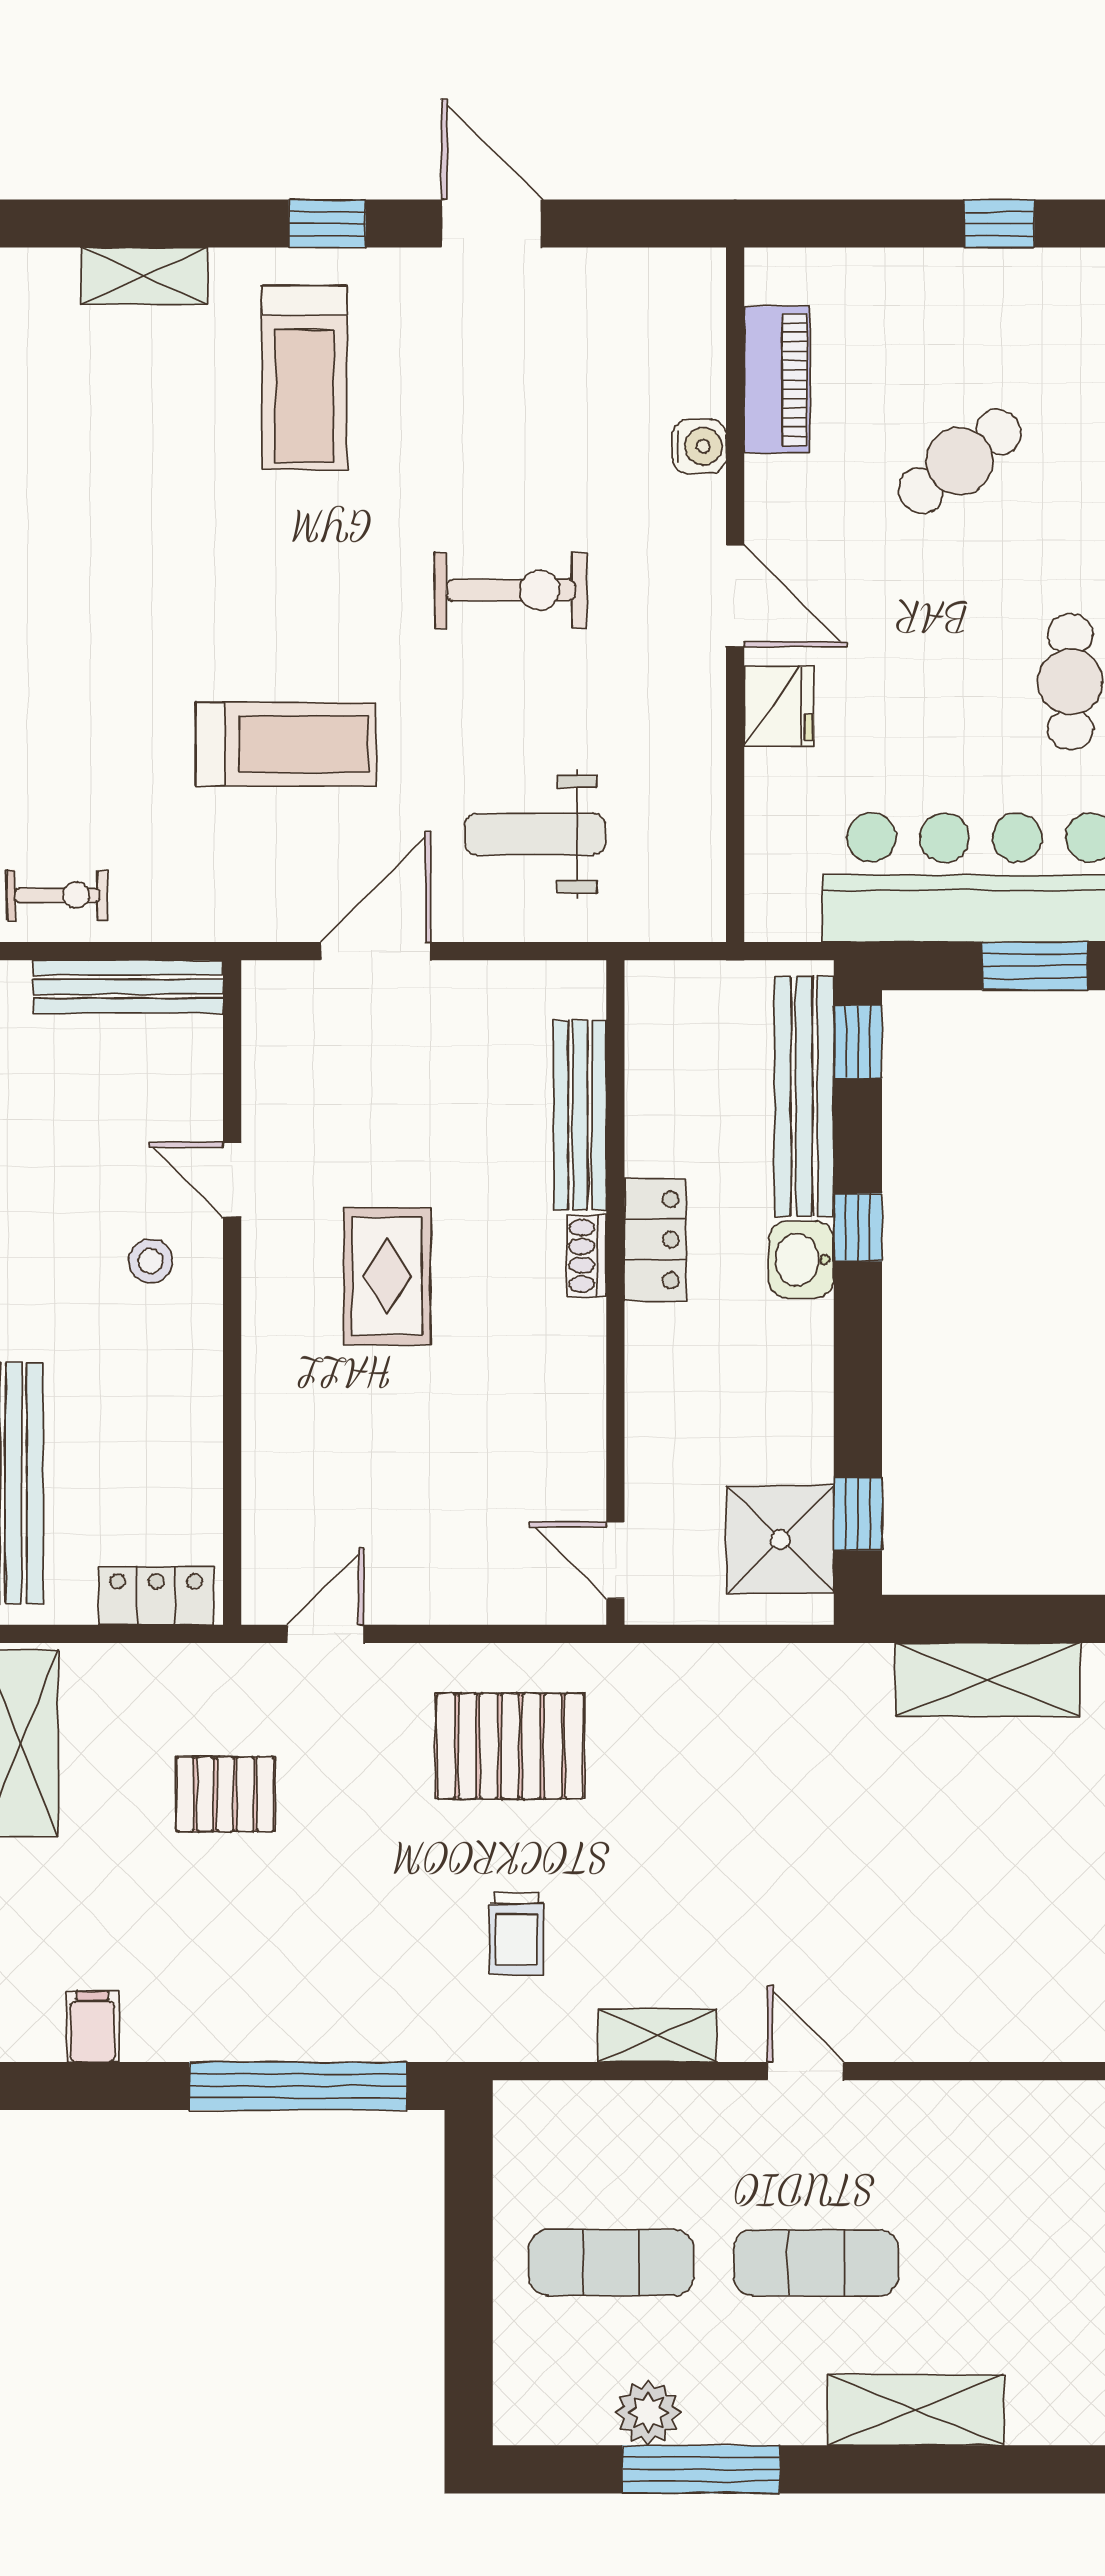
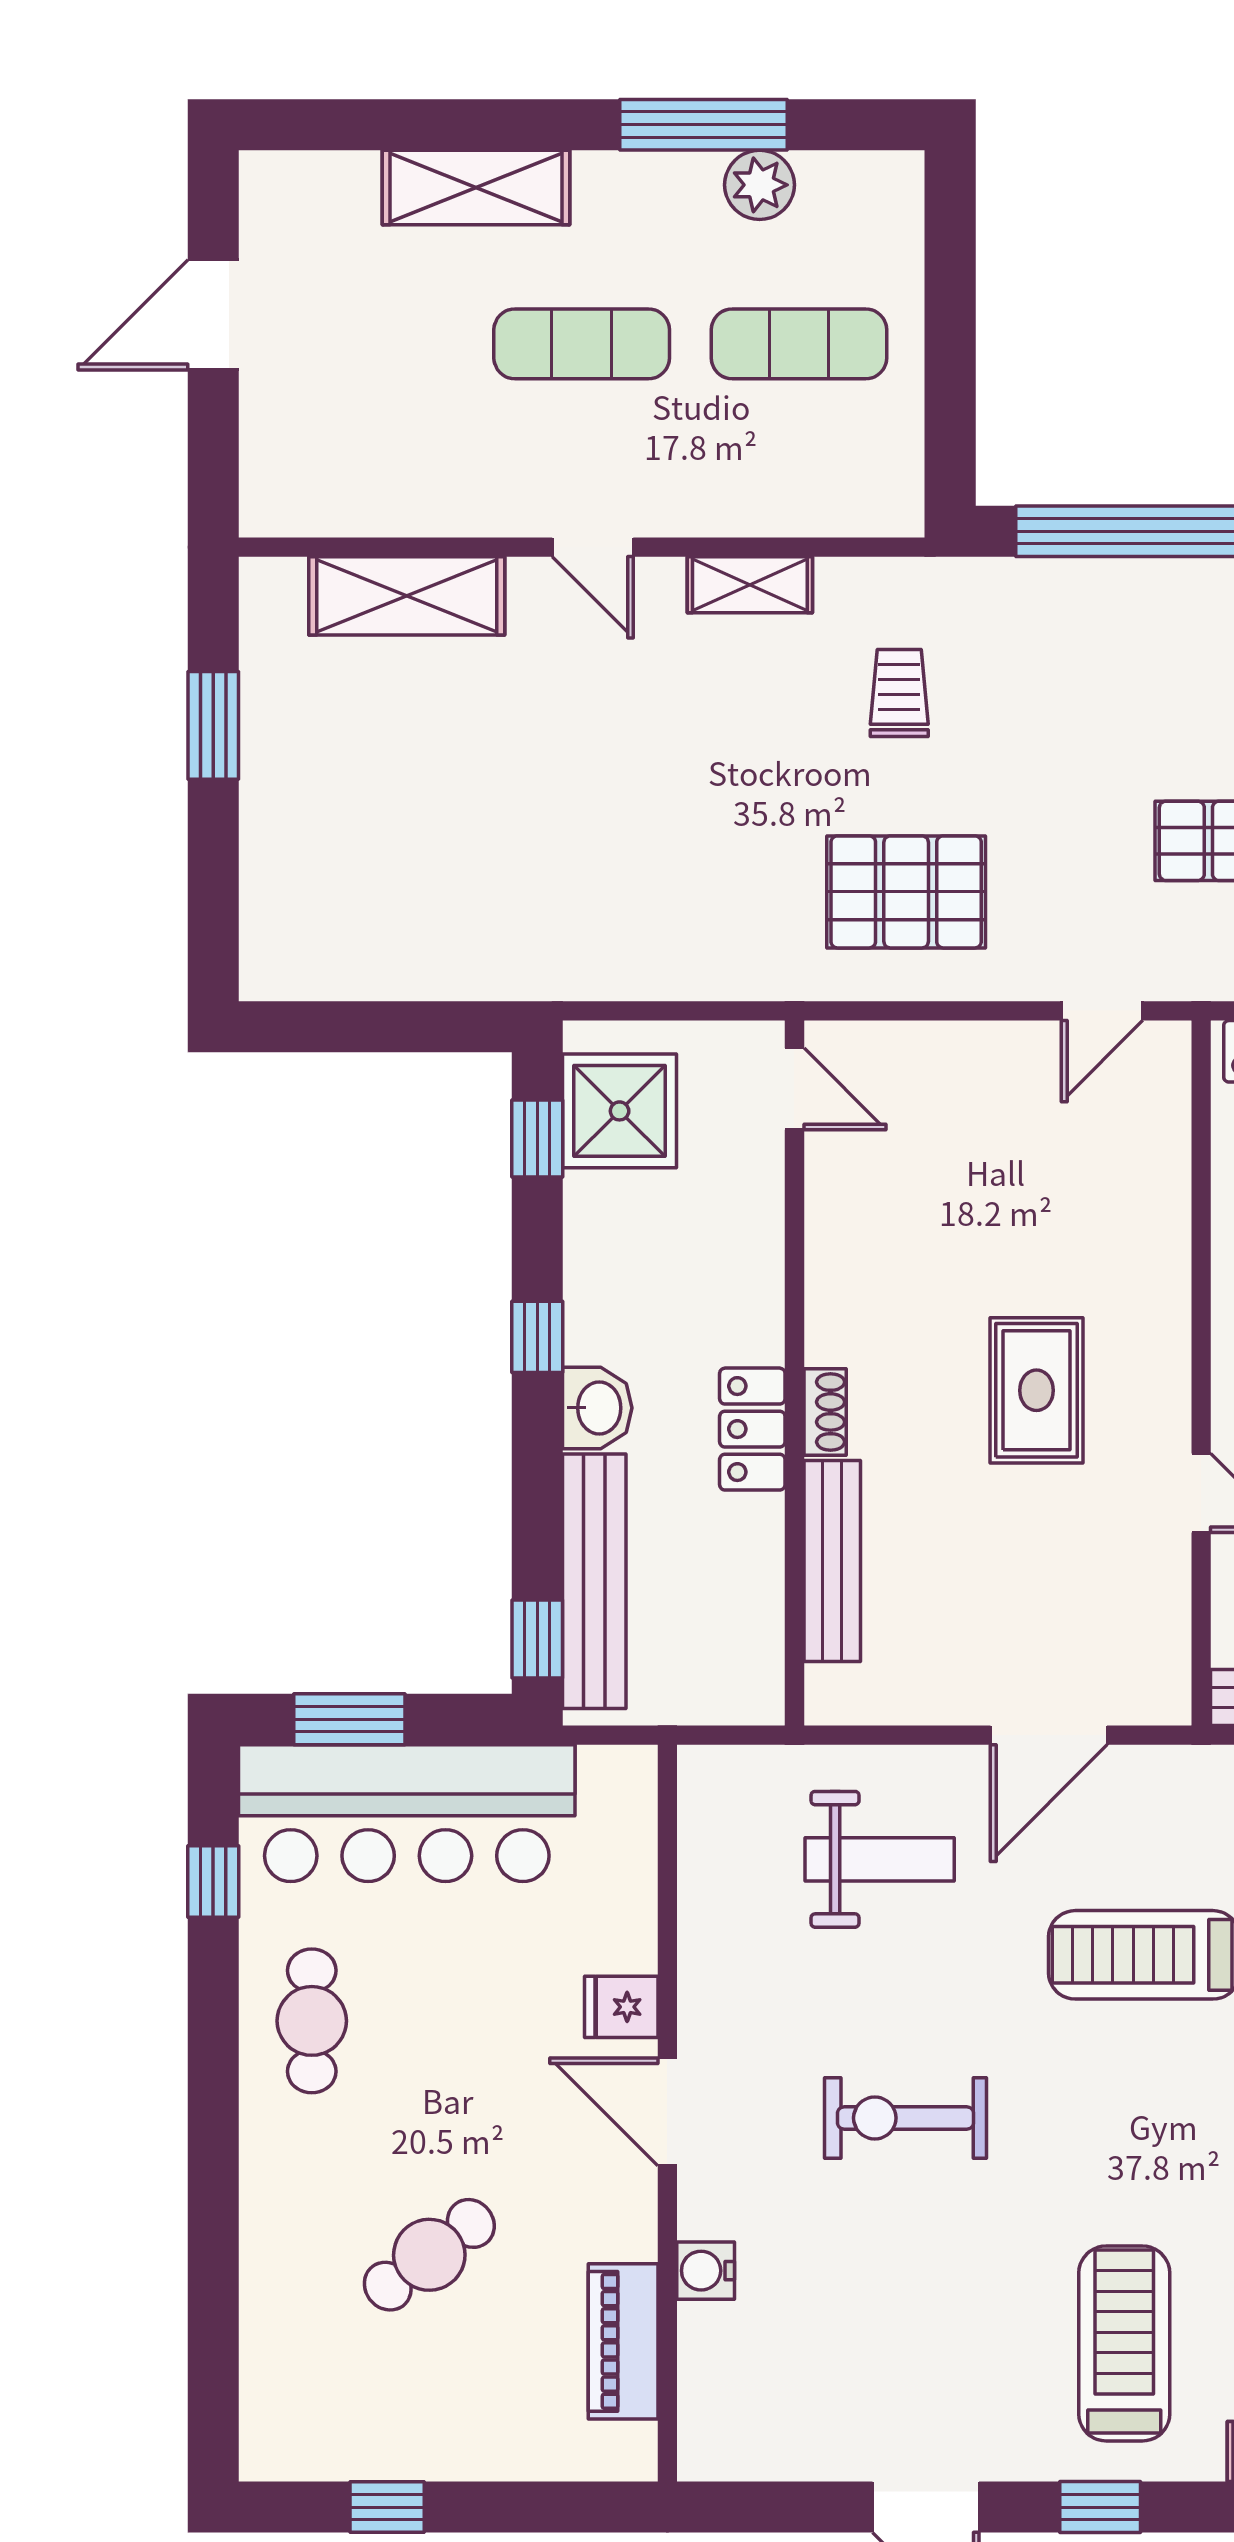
fridge: (779, 706) -> (621, 2007), width x0.72
window: (858, 1227) -> (537, 1337), moved
shelving: (988, 1680) -> (407, 596), moved

